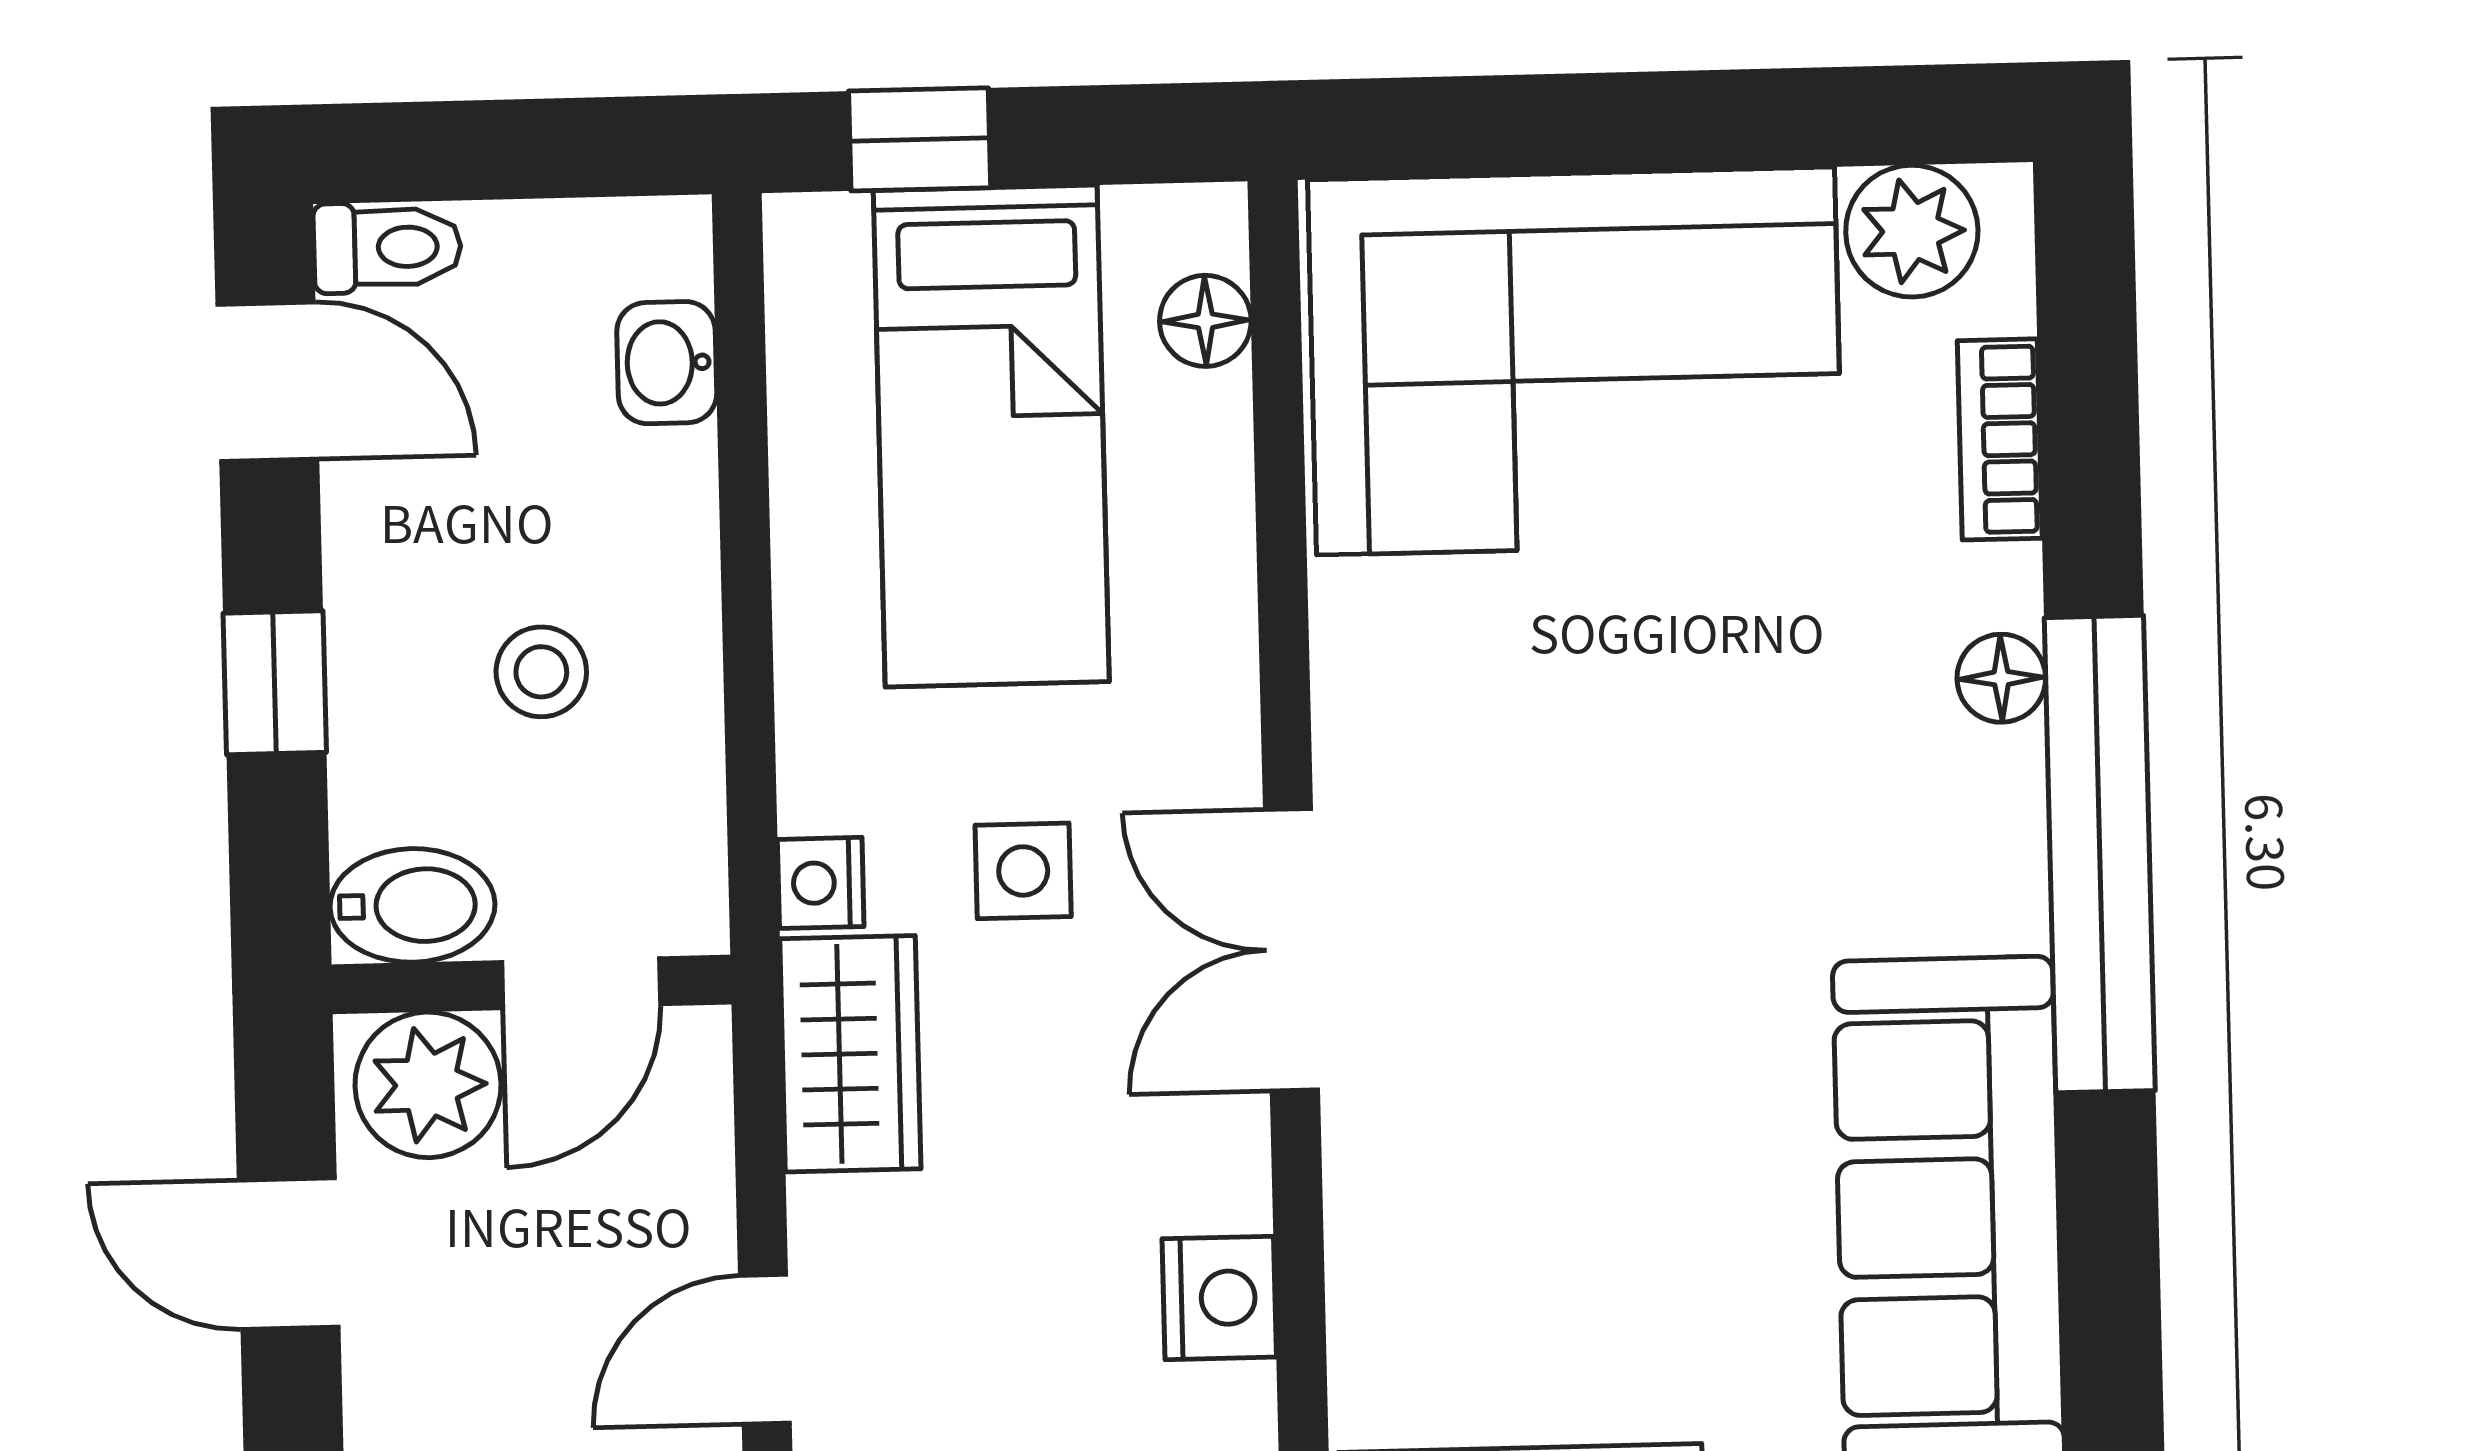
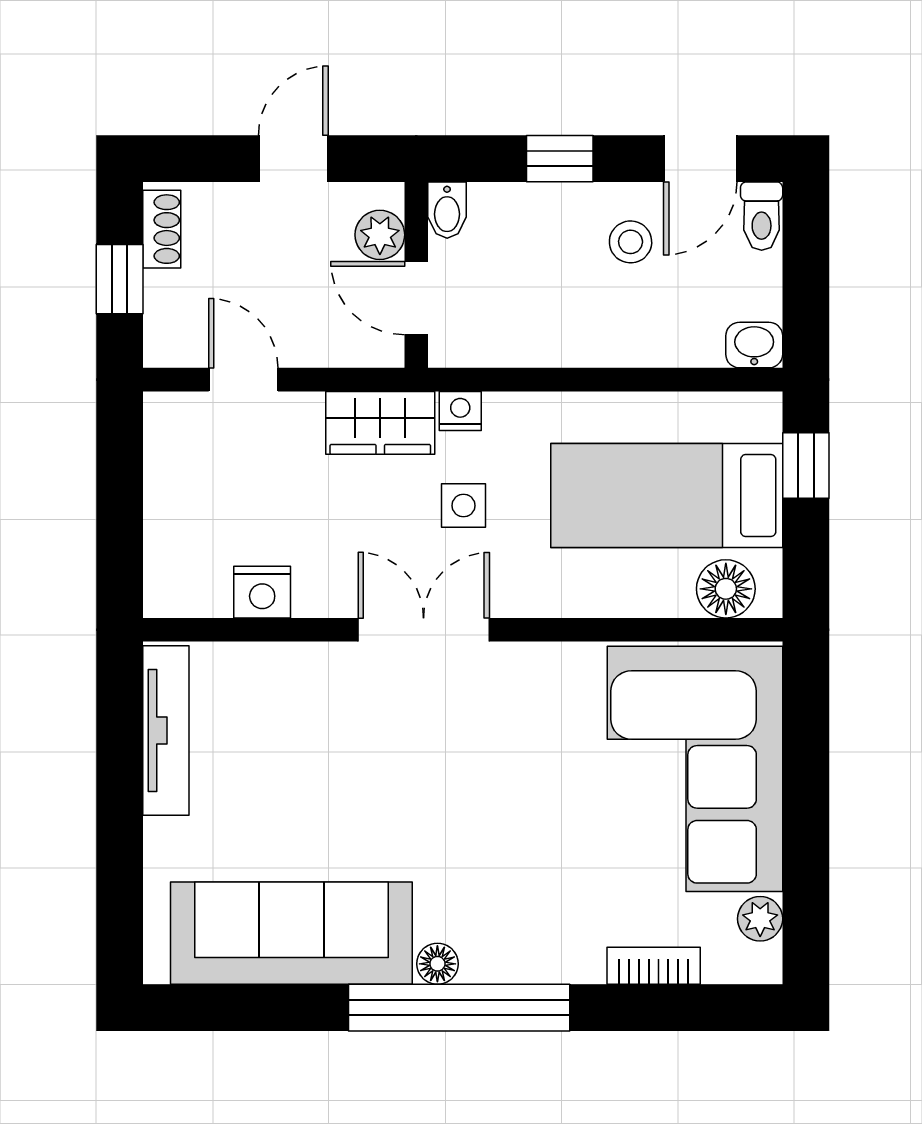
plant: (1912, 231) -> (760, 919), width x0.73, depth x0.73
floor lamp: (1205, 321) -> (726, 589), width x1.37, depth x1.37
washbasin: (667, 363) -> (754, 345), moved
stool: (541, 672) -> (631, 242), moved
floor lamp: (2001, 678) -> (437, 964), moved
bidet: (412, 905) -> (447, 210), width x0.72, depth x0.74
plant: (428, 1085) -> (380, 235), width x0.73, depth x0.73

